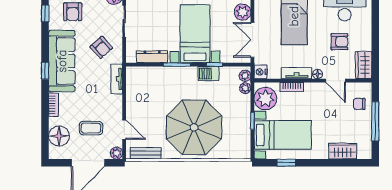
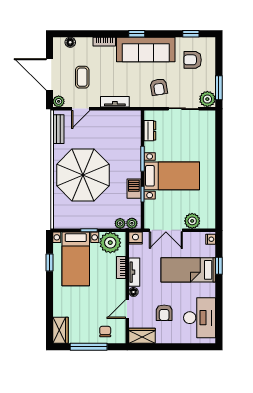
double door: (252, 40) -> (166, 230), swing flipped
armchair: (101, 47) -> (159, 87), turned -57
dresser: (152, 57) -> (150, 131), width x0.70
tv unit: (117, 79) -> (115, 102), moved
floor lamp: (59, 136) -> (70, 42), width x0.53, depth x0.53
wardrobe: (343, 151) -> (60, 330), moved

